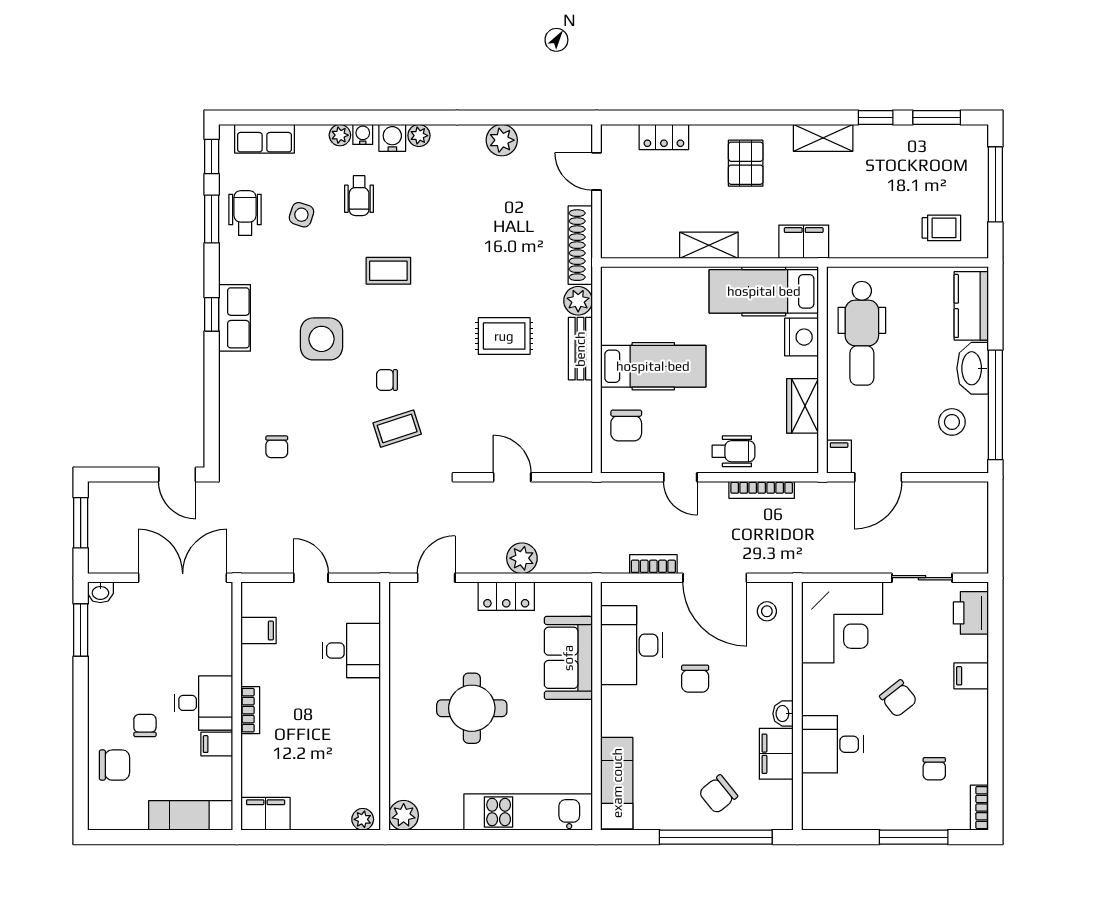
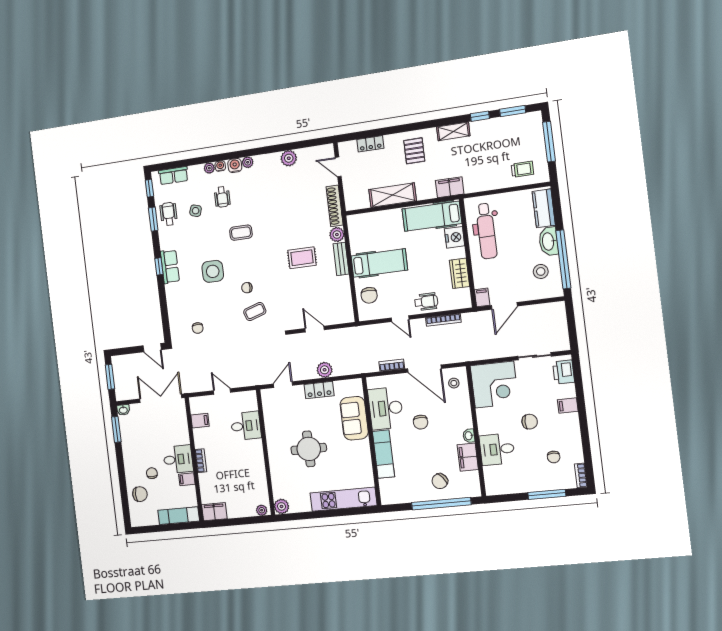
shelving: (709, 245) -> (393, 195), width x1.50, depth x1.33
chair: (898, 698) -> (530, 422), turned -52
exam couch: (617, 783) -> (383, 454), moved

